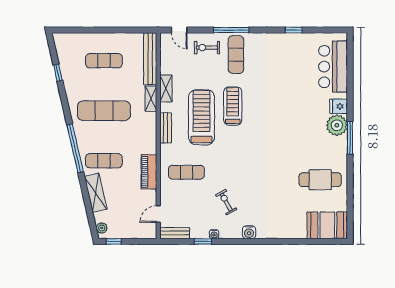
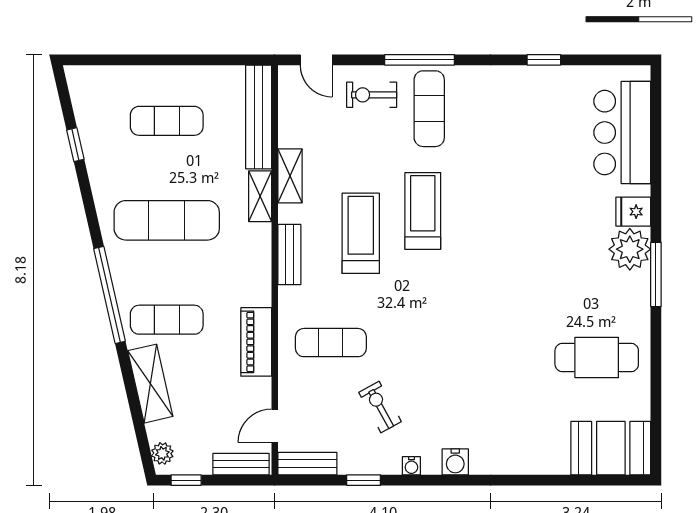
treadmill: (202, 117) -> (361, 233), width x0.73, depth x0.73
exercise bike: (226, 202) -> (380, 407), moved
bench: (141, 233) -> (241, 464), added
water cooler: (214, 234) -> (411, 466), moved

